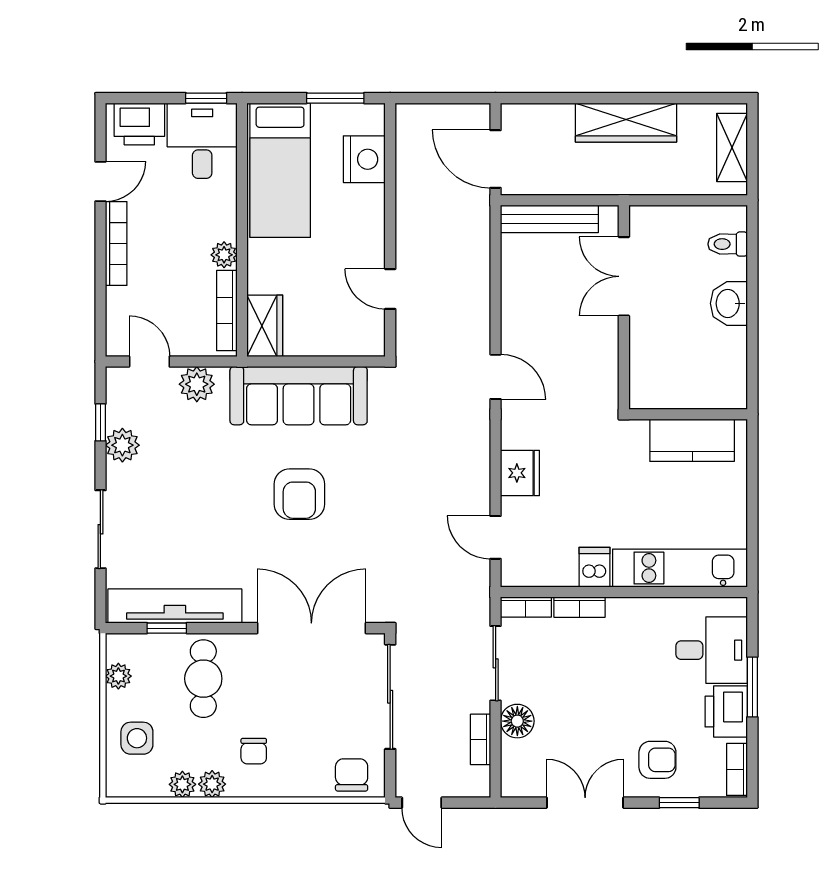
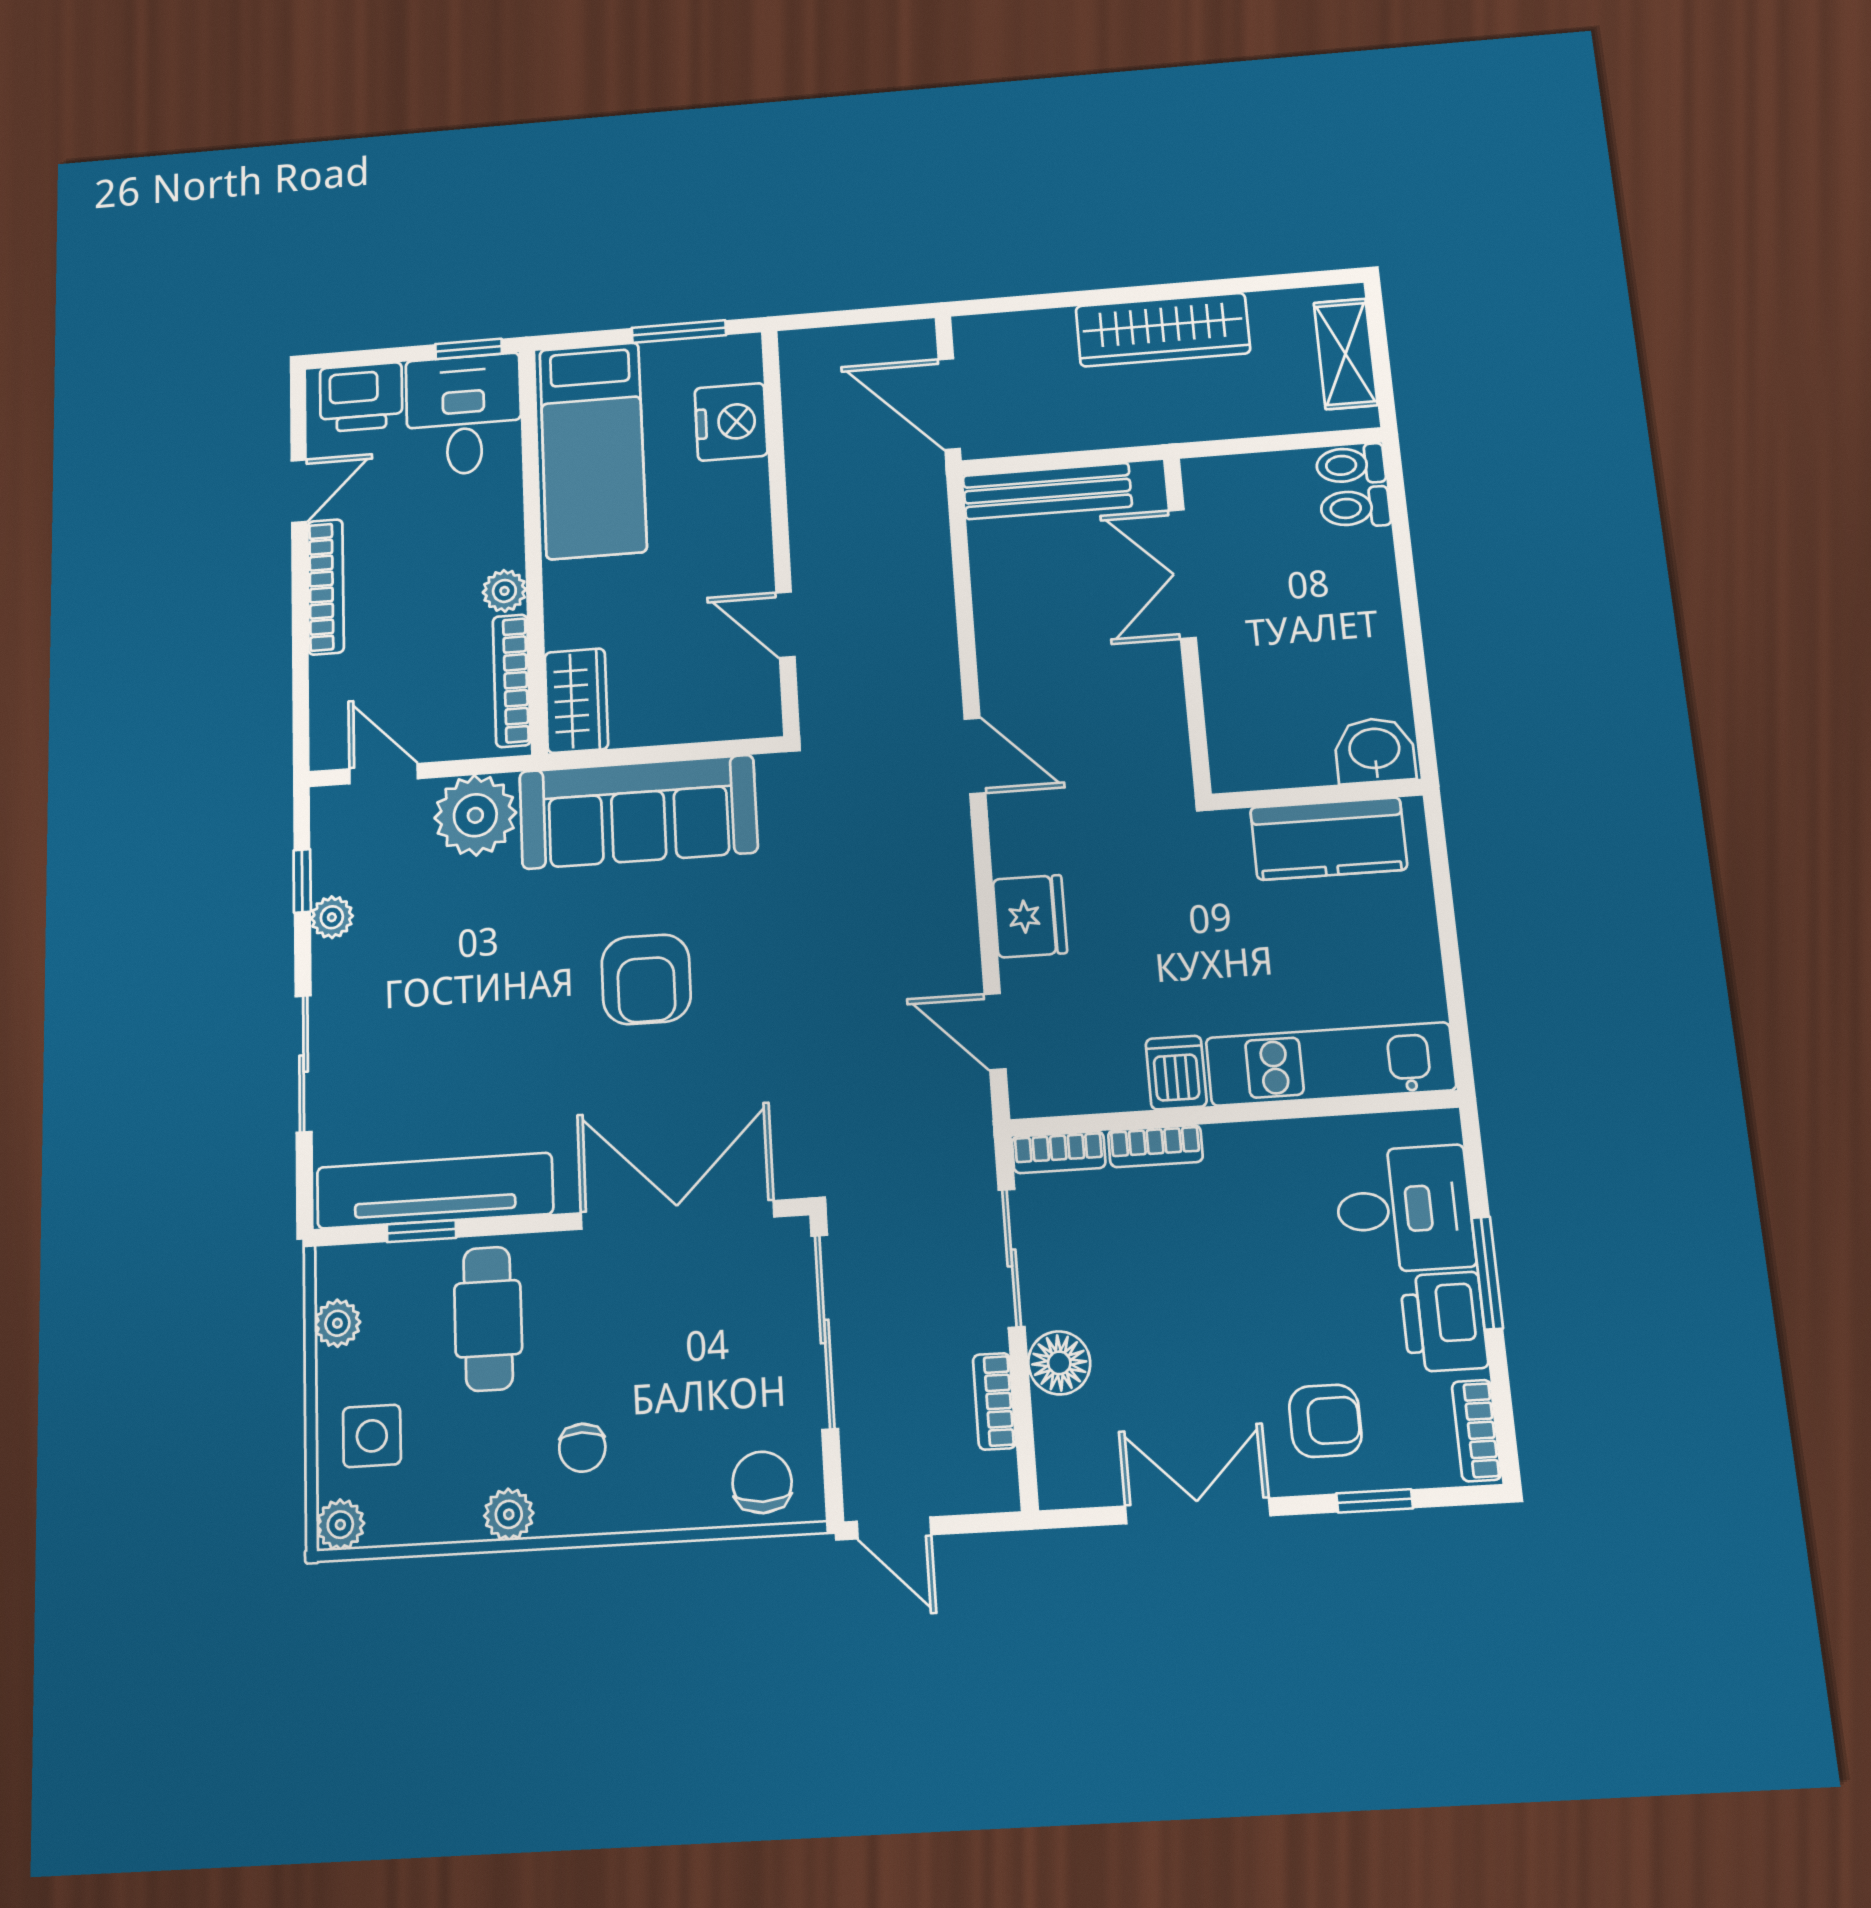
toilet: (728, 217) -> (1351, 465), added
washbasin: (729, 303) -> (1375, 750), moved, turned 90
plant: (197, 384) -> (475, 815), width x1.36, depth x1.36
plant: (122, 445) -> (332, 917), width x0.73, depth x0.73
plant: (182, 784) -> (340, 1525), moved

